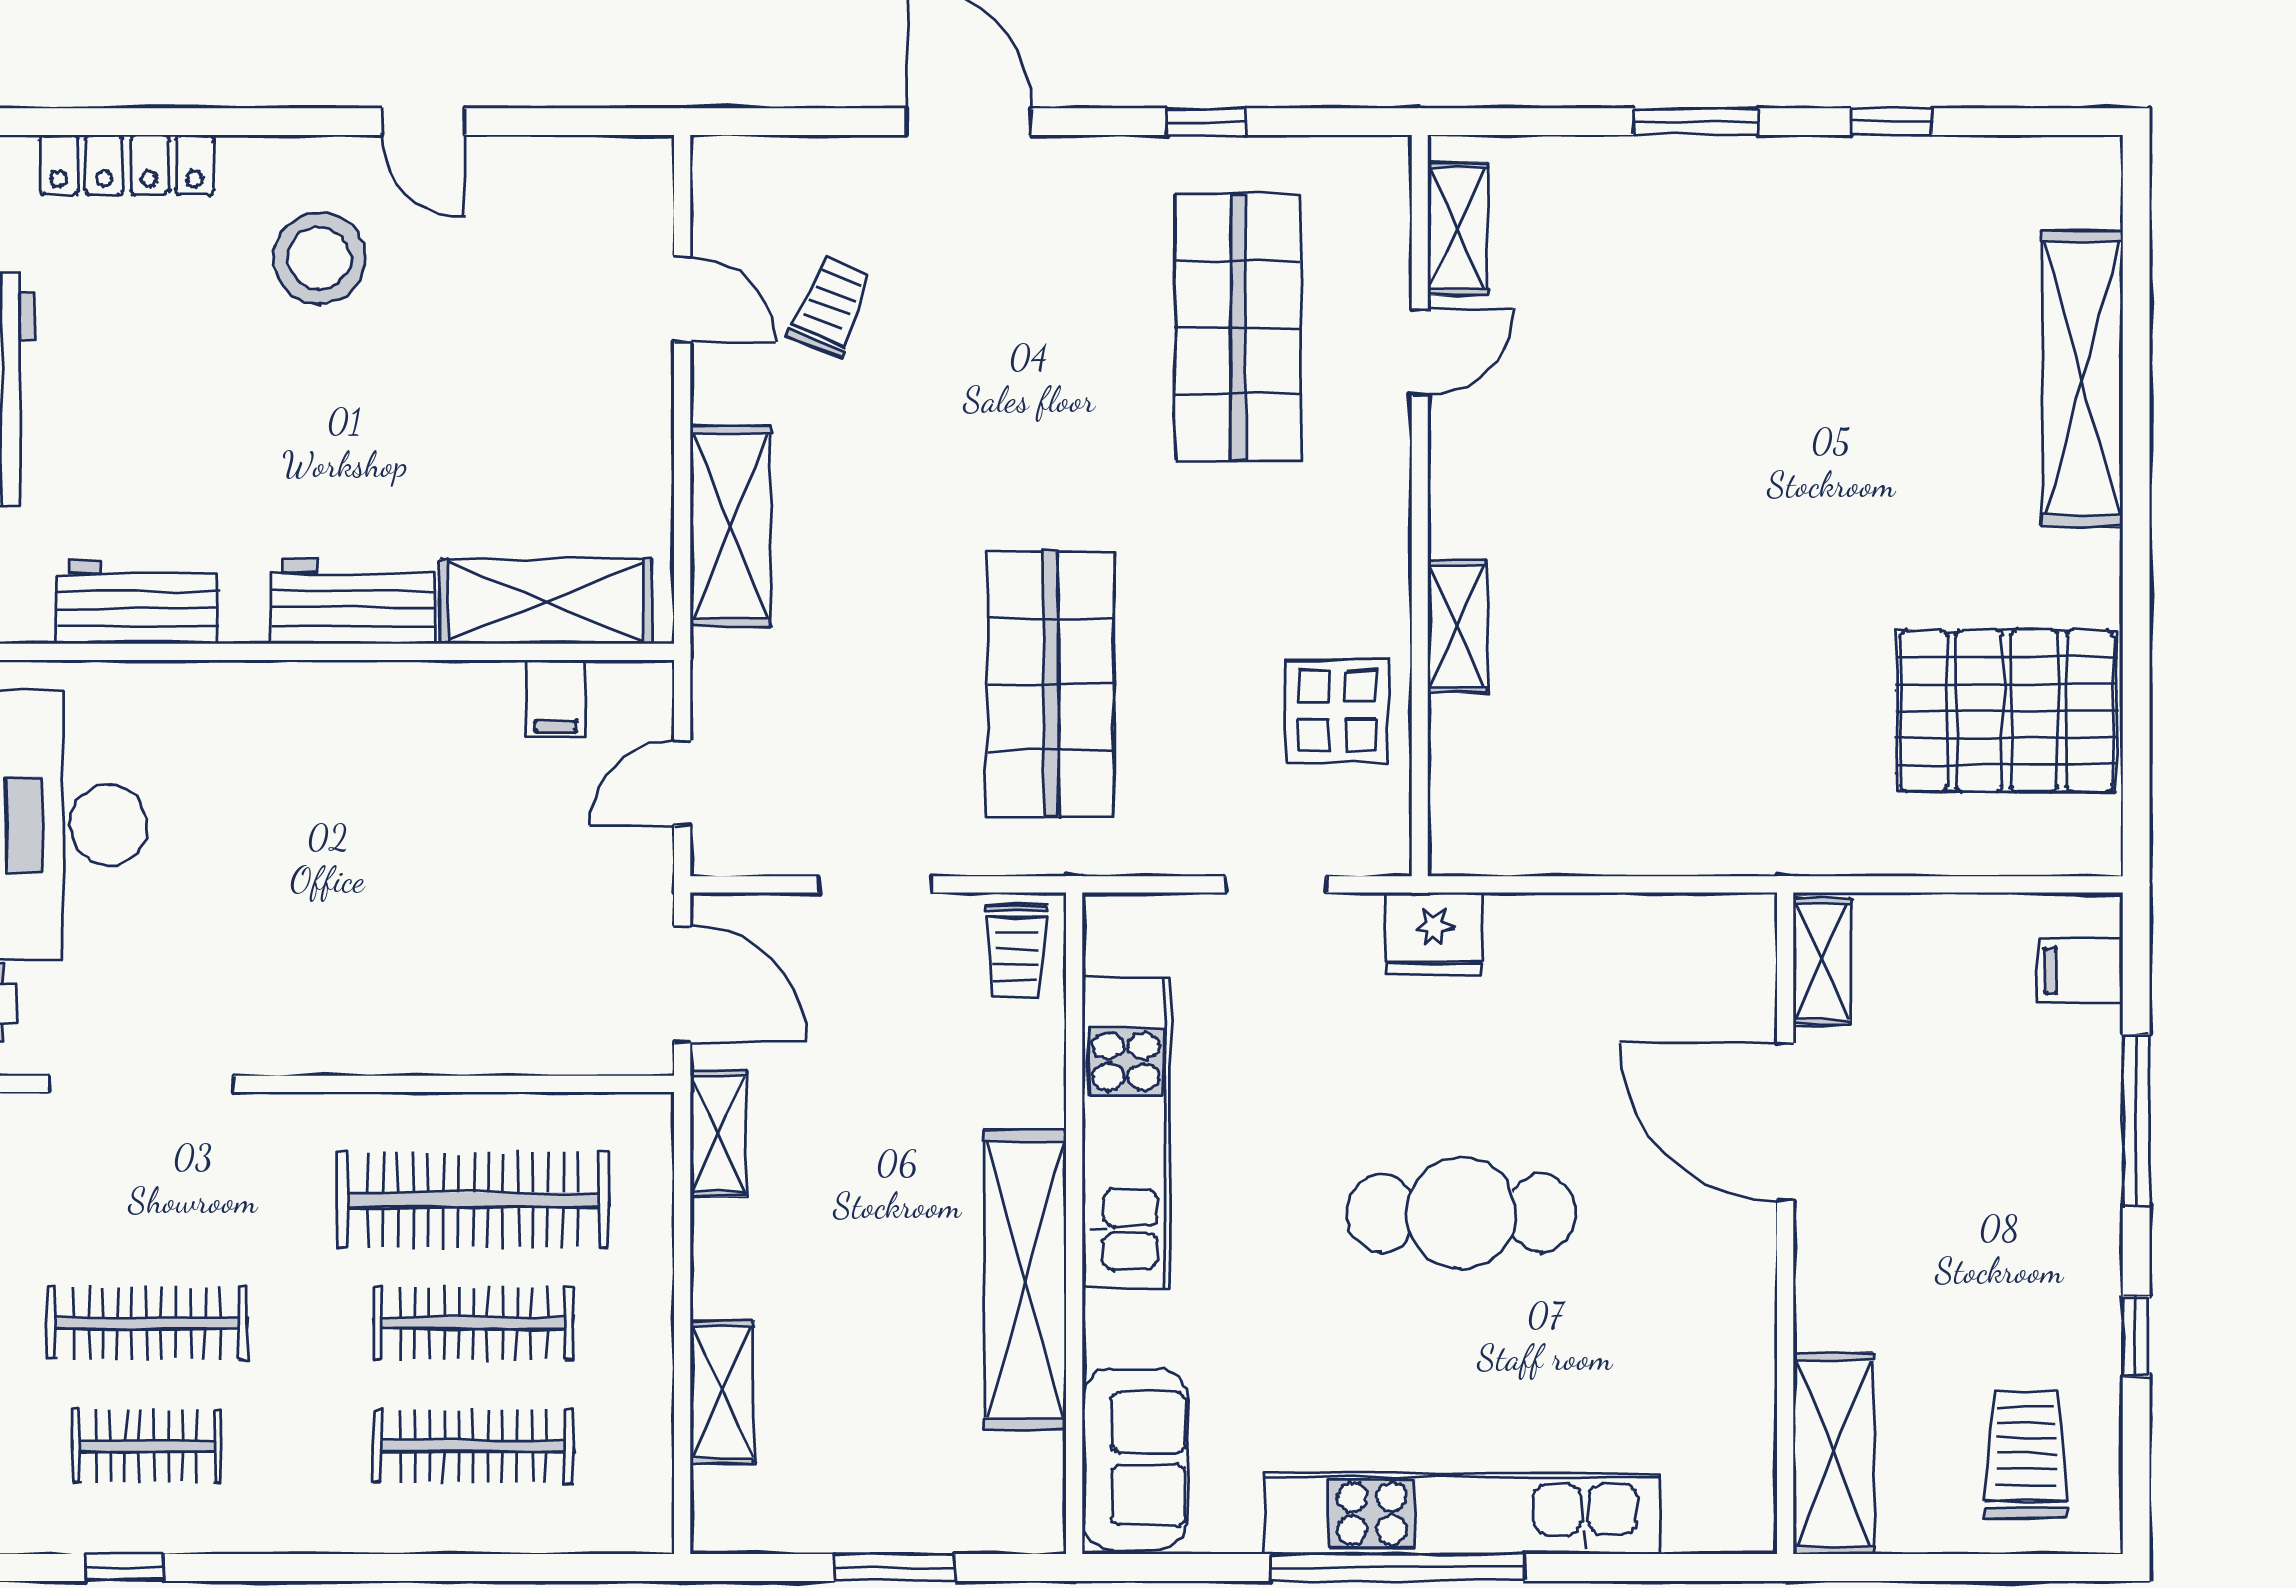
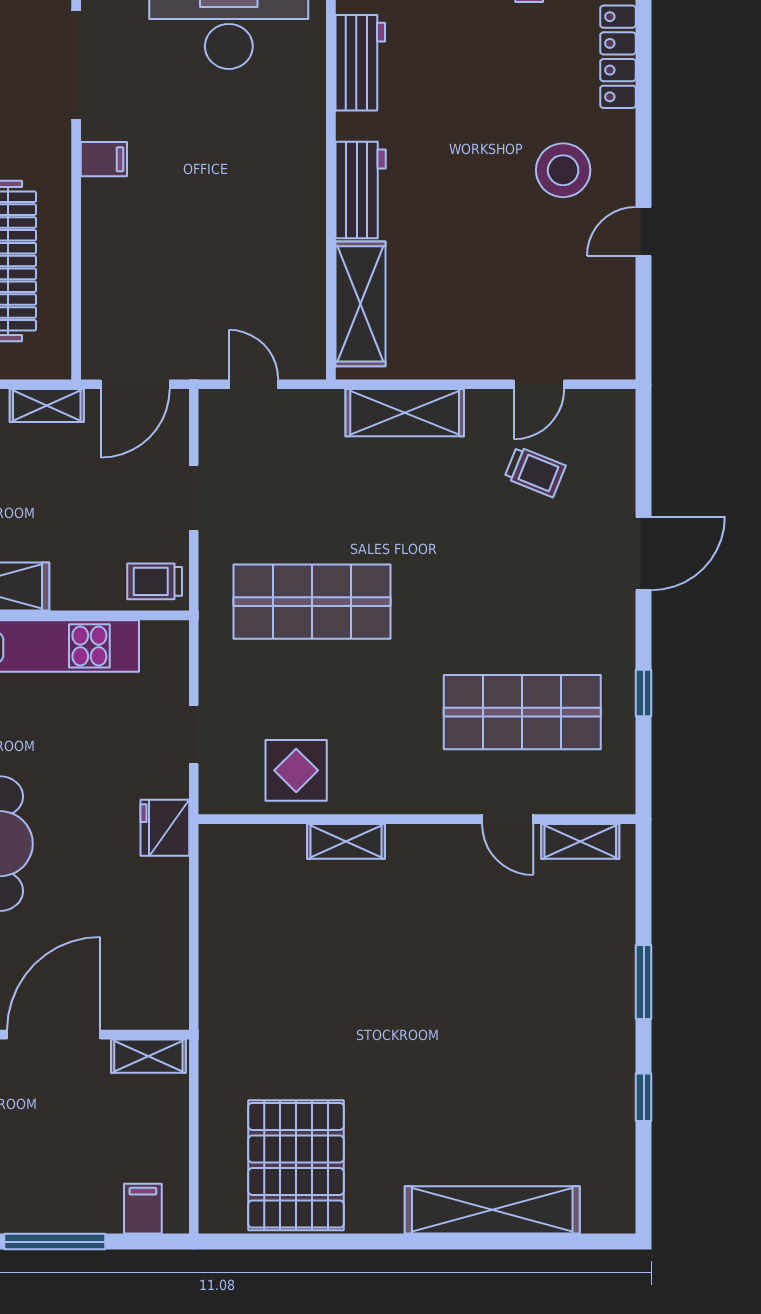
filing cabinet: (556, 699) -> (104, 159), moved, turned 180

